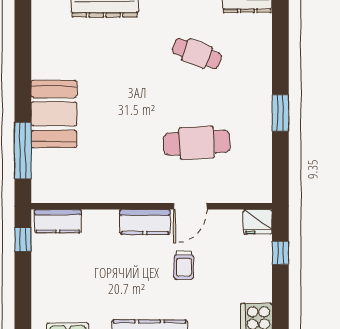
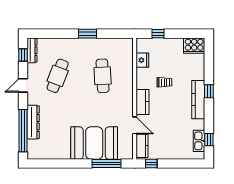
cafe table: (197, 54) -> (58, 76), width x1.37, depth x1.35
booth: (54, 114) -> (94, 143), width x1.36, depth x1.42
door: (190, 206) -> (135, 125), moved
fridge: (258, 222) -> (142, 60), moved

